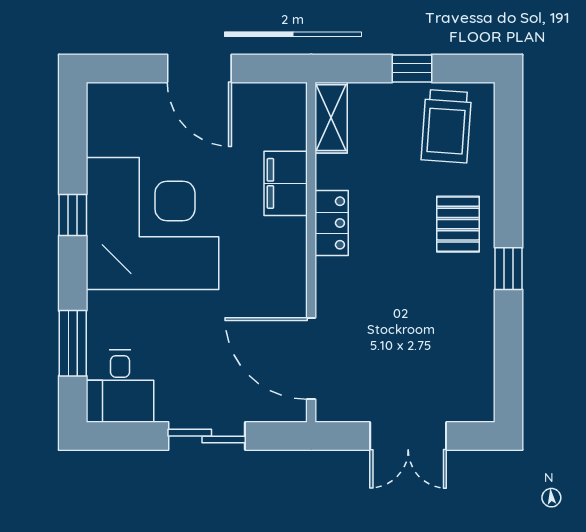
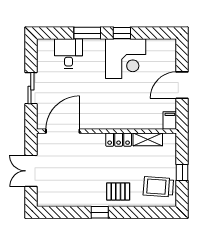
shelving: (331, 118) -> (148, 139), moved
filing cabinet: (286, 183) -> (170, 121), moved, width x0.50
corner desk: (152, 223) -> (126, 59), width x0.74, depth x0.74
window: (73, 343) -> (87, 33), moved
desk: (120, 386) -> (69, 54), moved, turned 90

